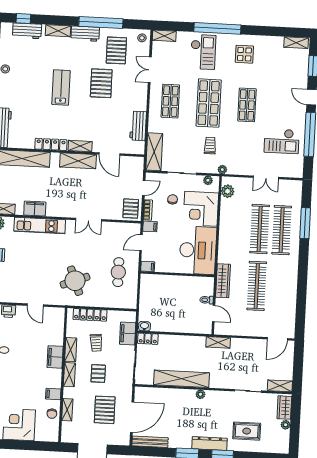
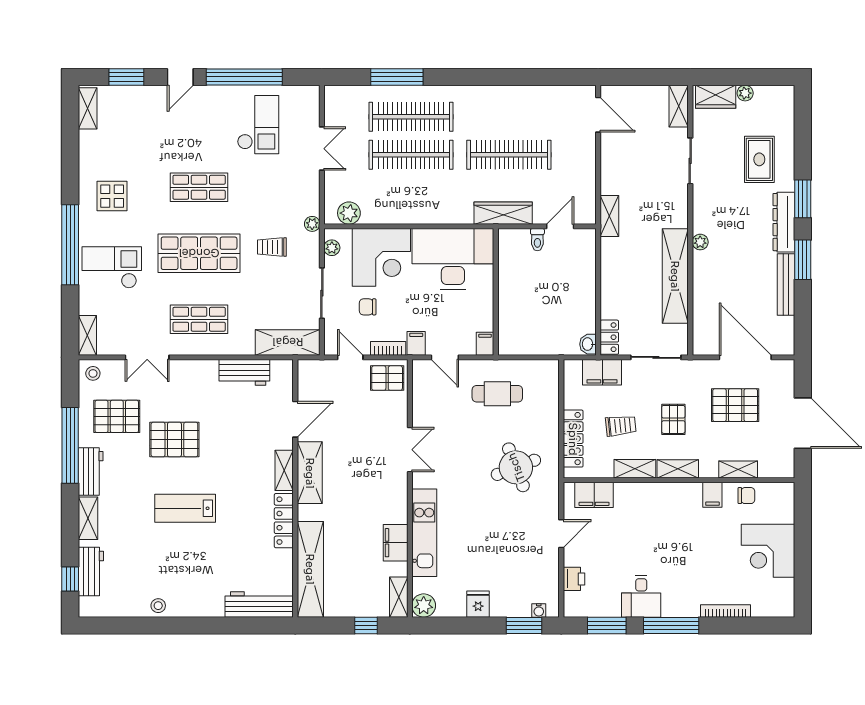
filing cabinet: (55, 357) -> (594, 495), moved
pallet: (98, 374) -> (673, 419), turned 90
bench: (150, 442) -> (786, 284), moved

